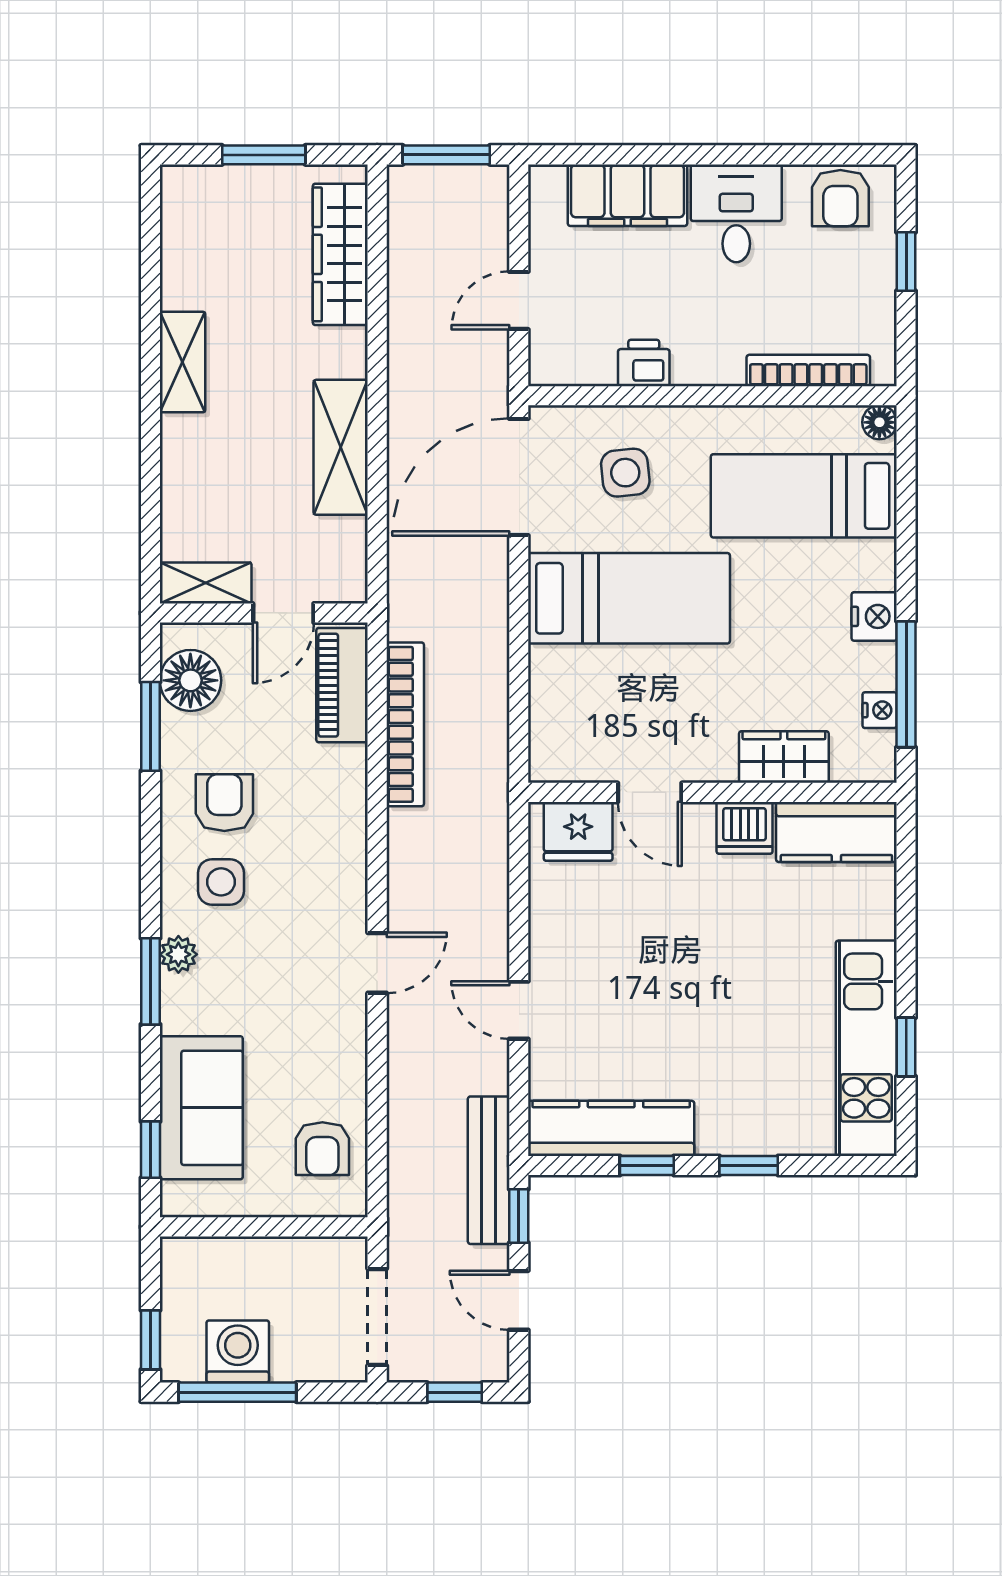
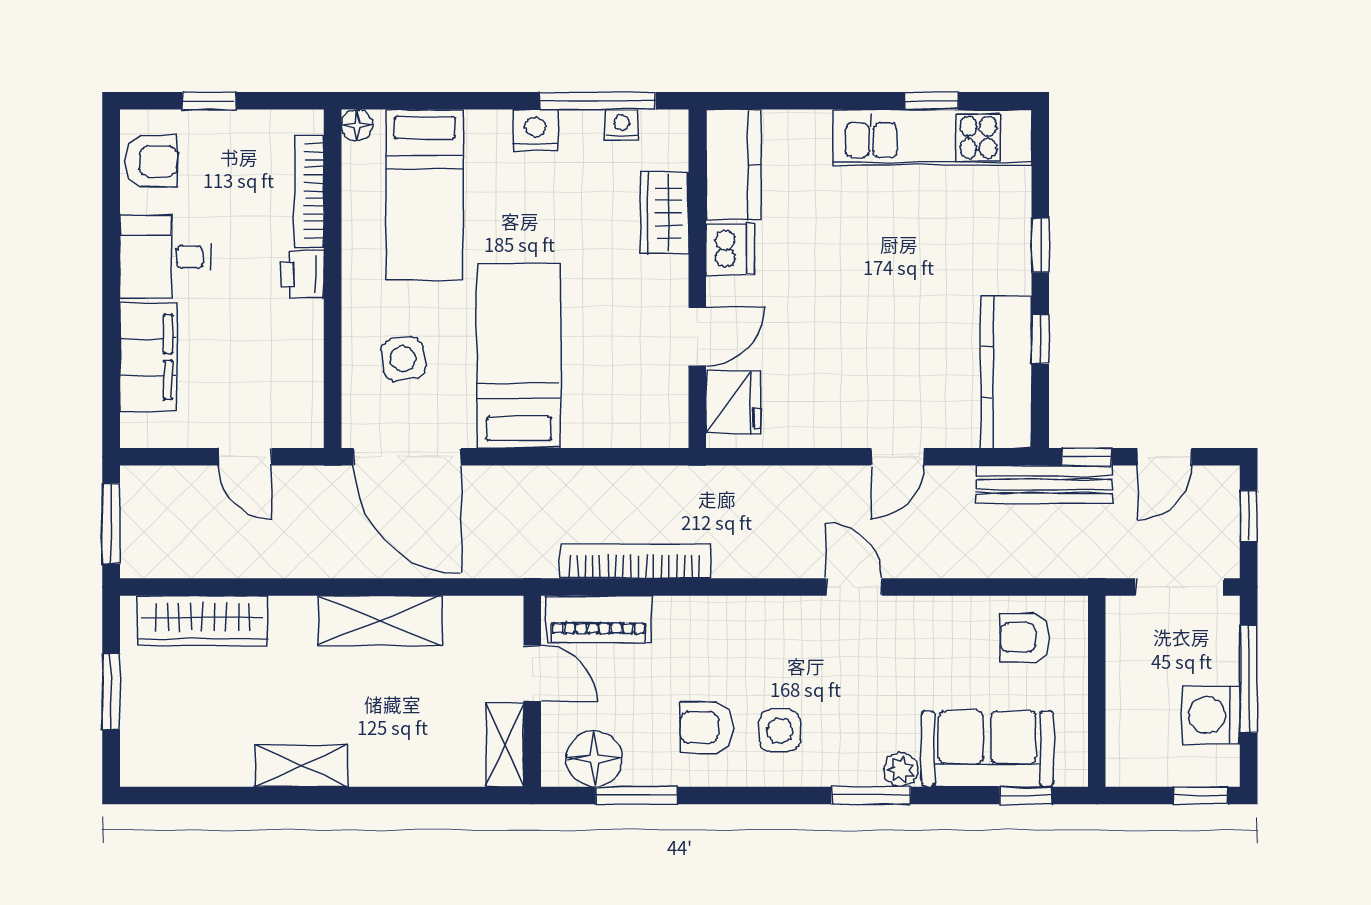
printer: (644, 363) -> (302, 274), moved
plant: (178, 954) -> (901, 770), moved
armchair: (322, 1149) -> (1025, 637), turned 180
window: (237, 1392) -> (1249, 679), moved

